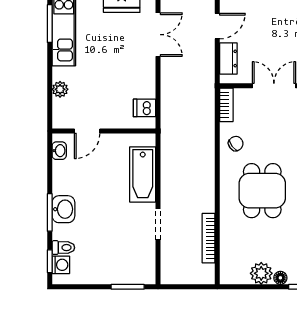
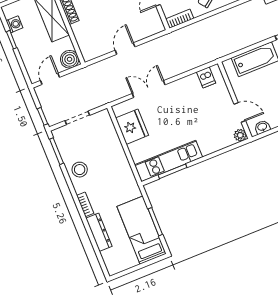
door: (217, 26) -> (125, 49), hinge flipped
dresser: (228, 58) -> (145, 31), removed
plant: (60, 89) -> (240, 135), moved

